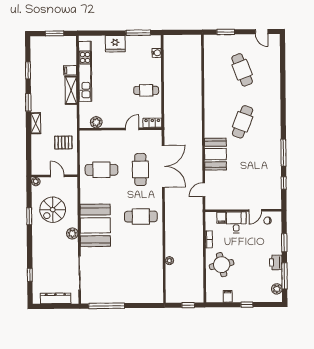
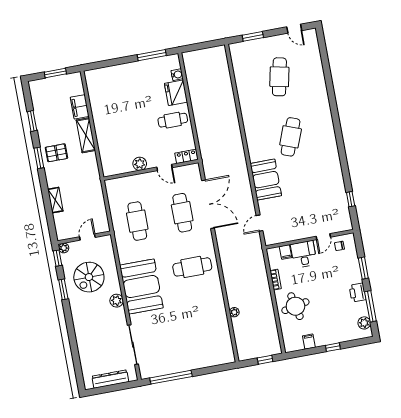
fridge: (115, 44) -> (176, 93), moved, turned 90
filing cabinet: (70, 70) -> (80, 107), width x2.00
cafe table: (242, 70) -> (279, 77), turned 33
kitchen unit: (85, 71) -> (98, 111), removed
plant: (96, 122) -> (140, 164), moved
shelving: (36, 123) -> (55, 200), moved
door: (132, 129) -> (164, 167), swing flipped
pallet: (63, 143) -> (56, 153), moved
window: (283, 153) -> (344, 164), removed
cafe table: (101, 170) -> (137, 221), turned 90
door: (57, 176) -> (87, 237), hinge flipped
window: (30, 275) -> (57, 258), moved

